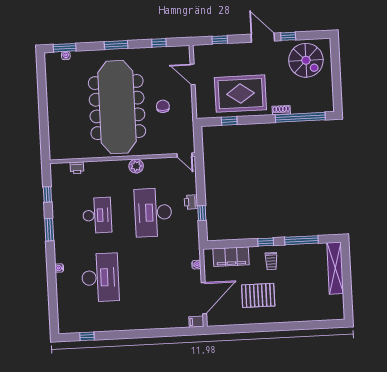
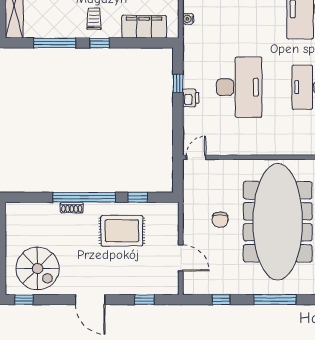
window: (288, 36) -> (24, 300), moved
window: (116, 45) -> (275, 300), width x1.44
spiral stairs: (306, 60) -> (38, 268), turned 180
rug: (240, 94) -> (122, 231), width x0.73, depth x0.69
window: (300, 117) -> (84, 197), moved
door: (185, 155) -> (196, 157), hinge flipped
plant: (136, 166) -> (257, 146), removed

